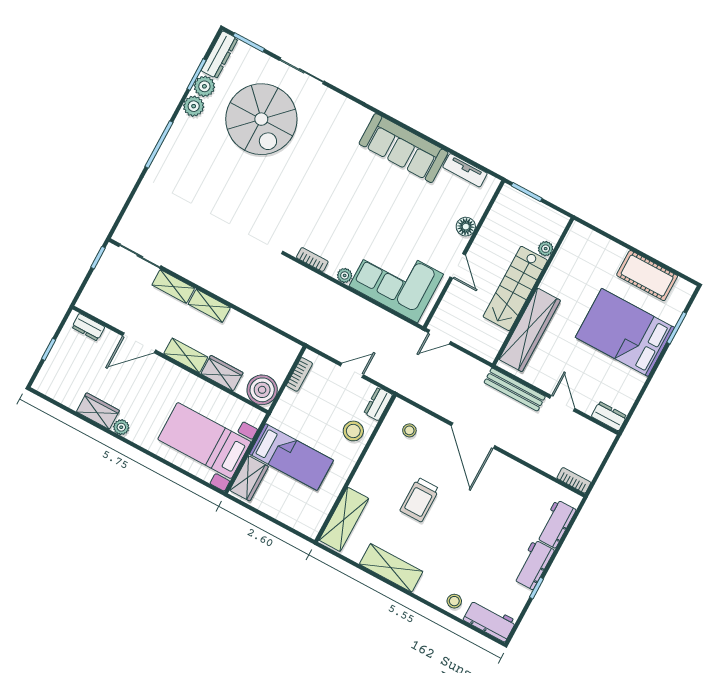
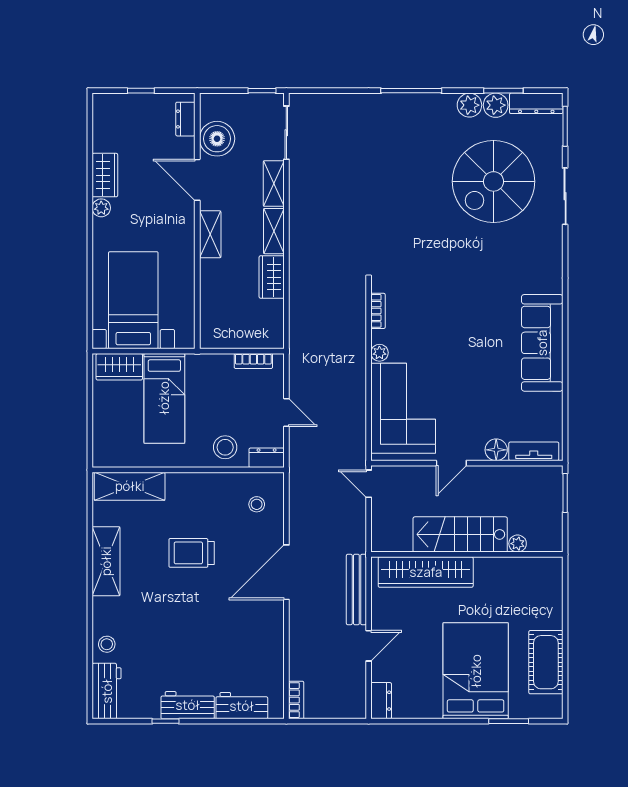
tv unit: (465, 170) -> (534, 451), moved, turned 90
wardrobe: (222, 373) -> (272, 277), moved, turned 180
boiler: (262, 390) -> (217, 139), moved

